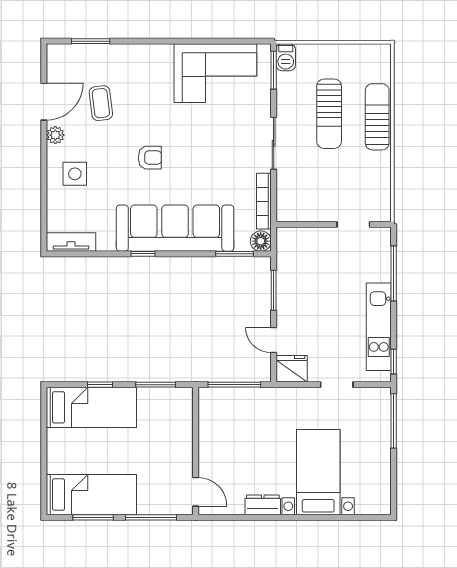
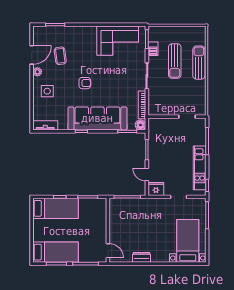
barbecue: (286, 57) -> (153, 49), moved
bed with nightstands: (318, 472) -> (188, 241), moved

